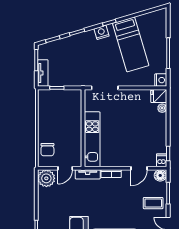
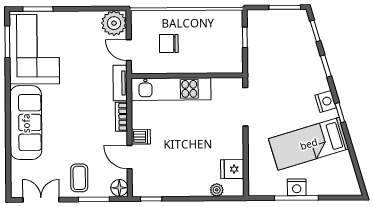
tv unit: (43, 73) -> (266, 17), removed
nightstand: (161, 80) -> (297, 187), moved
fridge: (159, 96) -> (232, 169), moved, turned -90
chair: (47, 150) -> (169, 44), moved
dishwasher: (162, 160) -> (141, 137), moved

